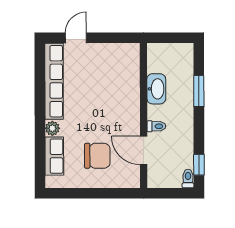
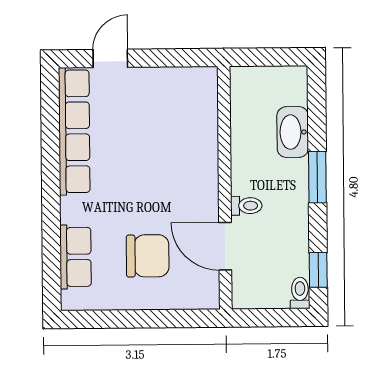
washbasin: (156, 89) -> (293, 132), moved, turned 180
window: (199, 91) -> (317, 177), moved
plant: (52, 128) -> (72, 210), removed

